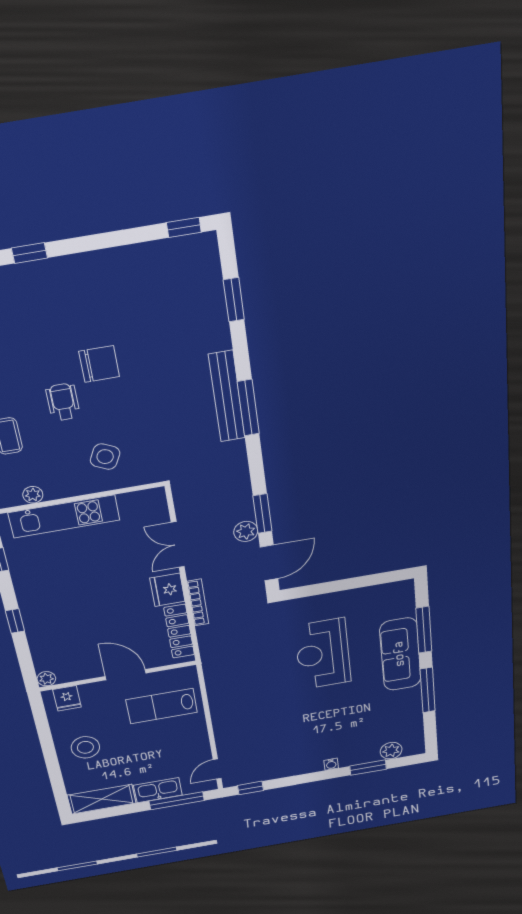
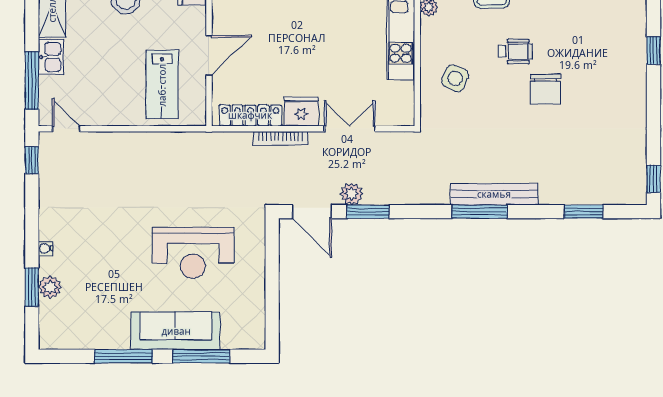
reception desk: (323, 654) -> (193, 253), turned 180
lab bench: (162, 706) -> (162, 85), turned 180
plant: (391, 751) -> (50, 287), moved
kitchen sink: (158, 790) -> (51, 57), width x0.73

